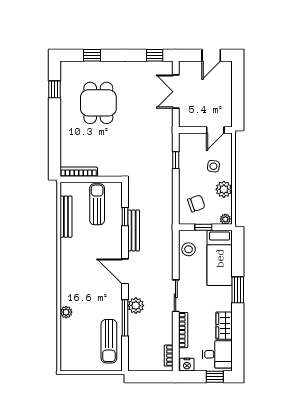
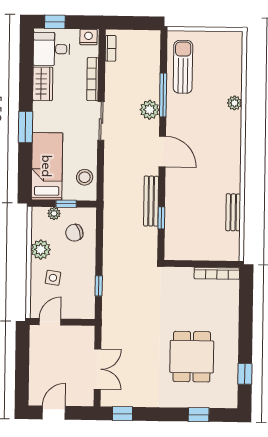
sun lounger: (97, 204) -> (195, 234), removed
bench: (66, 217) -> (233, 212), width x0.73
plant: (225, 219) -> (54, 213), moved

